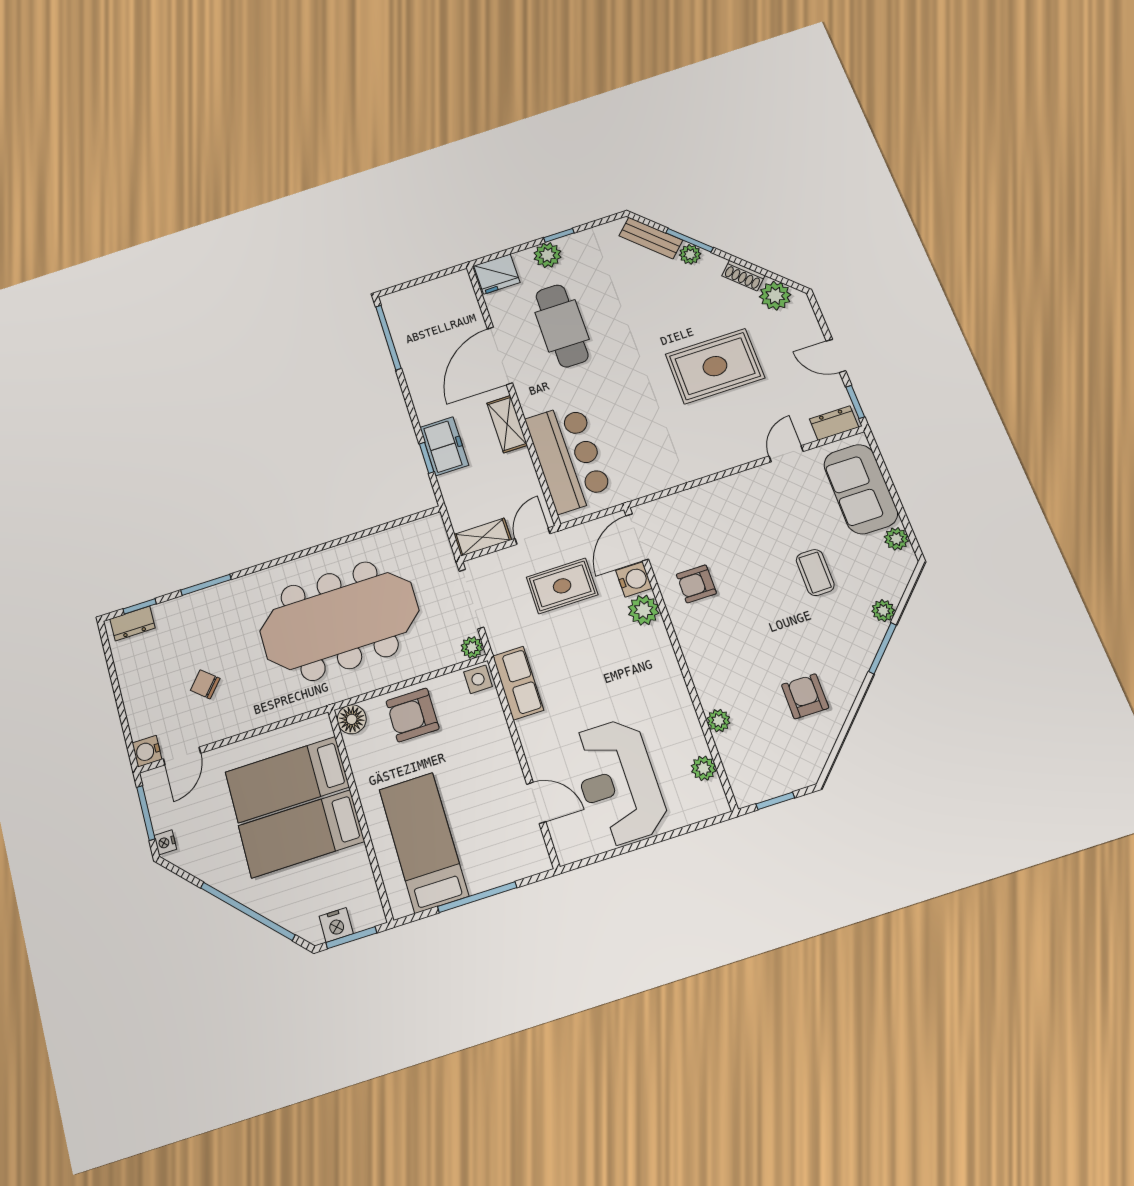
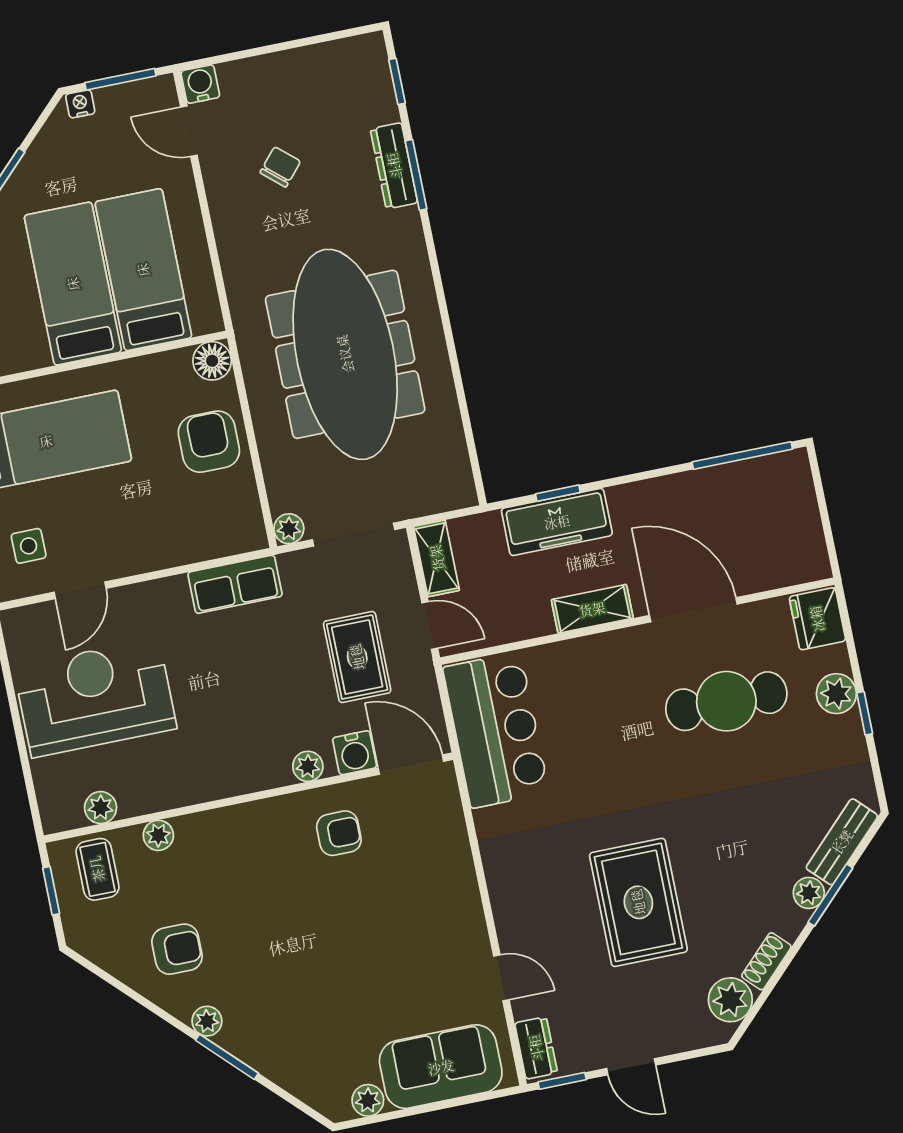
door: (836, 356) -> (631, 1067), swing flipped
freezer: (444, 446) -> (557, 522), width x1.40
bar counter: (569, 458) -> (496, 730), moved, turned -90
coffee table: (815, 572) -> (97, 869), moved, turned 90
armchair: (696, 584) -> (339, 833), turned 90
plant: (644, 610) -> (308, 766), width x0.73, depth x0.73
plant: (883, 611) -> (207, 1021), moved
dresser: (132, 623) -> (394, 166), moved, width x1.44
side table: (478, 679) -> (29, 546), moved

